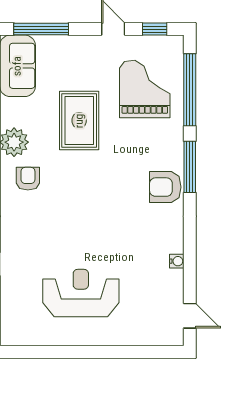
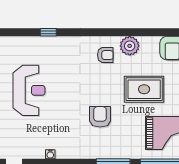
armchair: (165, 187) -> (100, 117), moved

